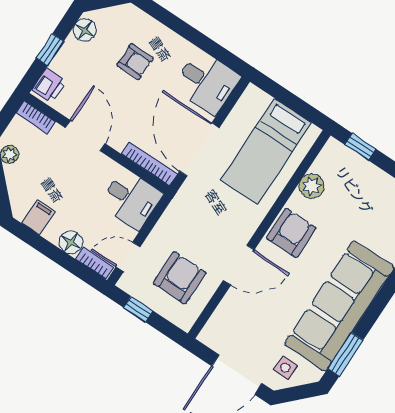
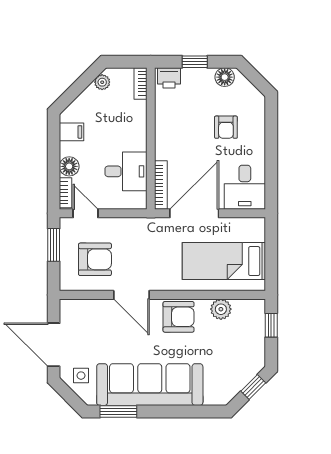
door: (85, 136) -> (151, 127), removed
desk: (131, 199) -> (126, 171), moved, turned -90
window: (138, 309) -> (54, 245), width x1.50

